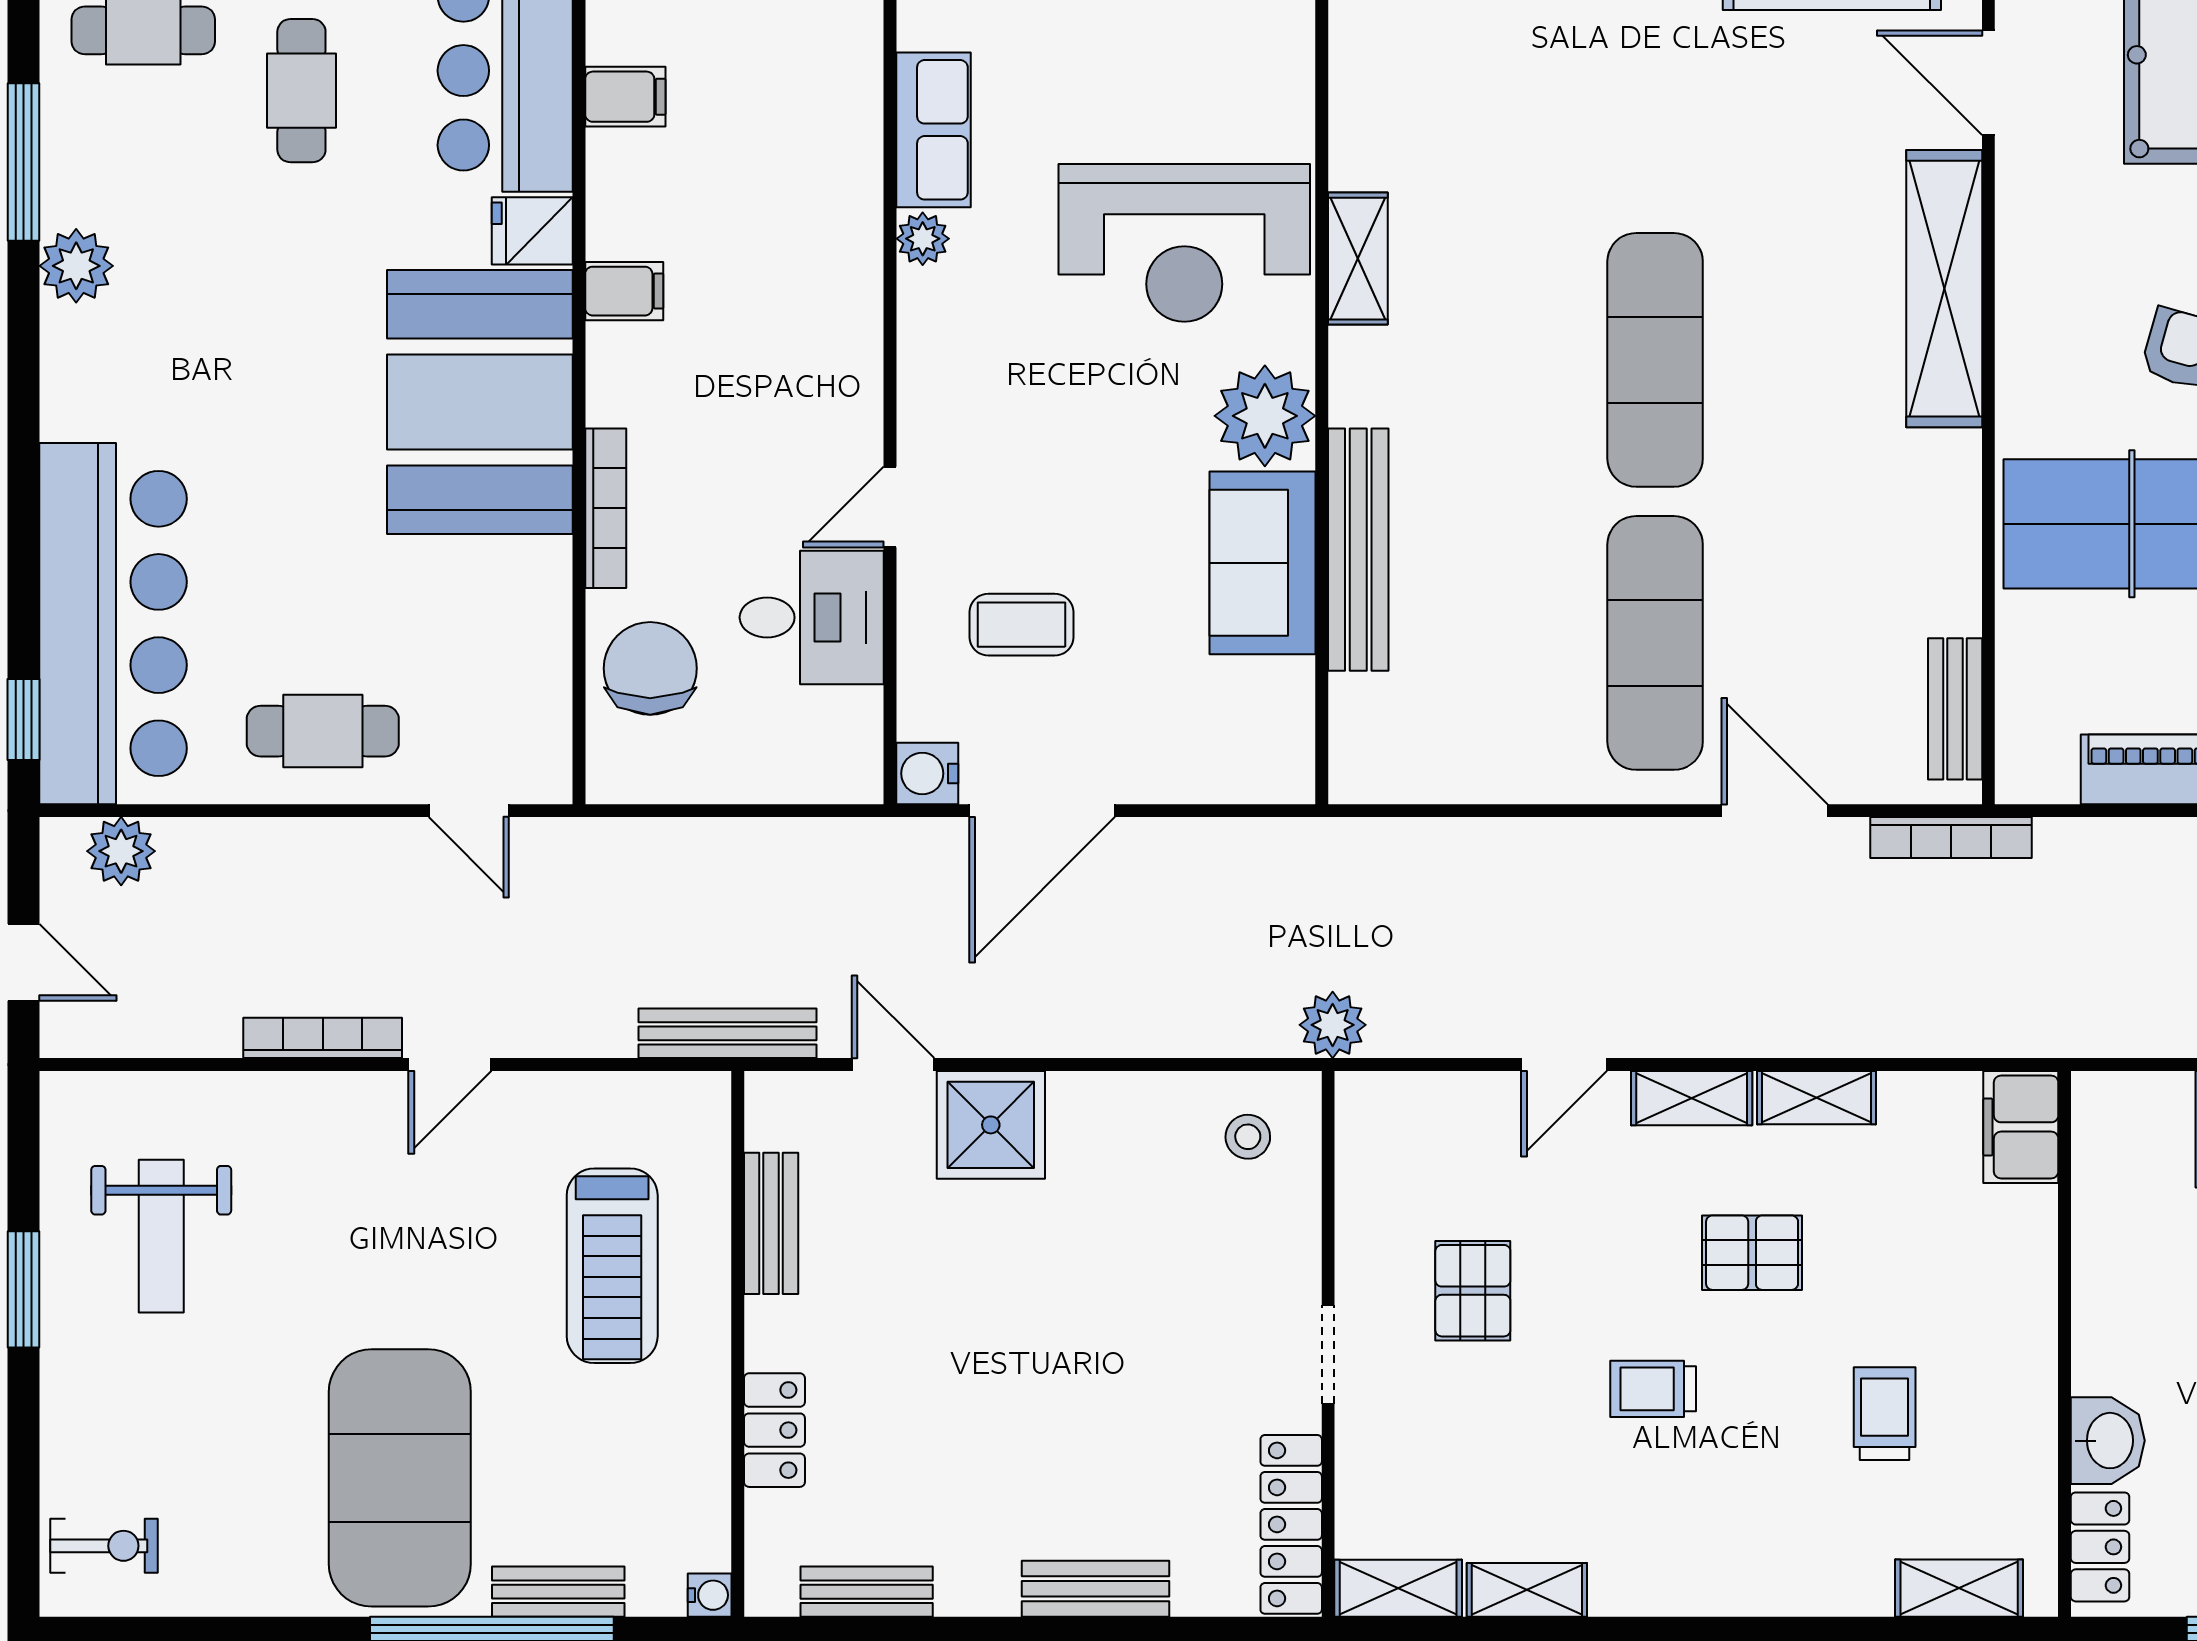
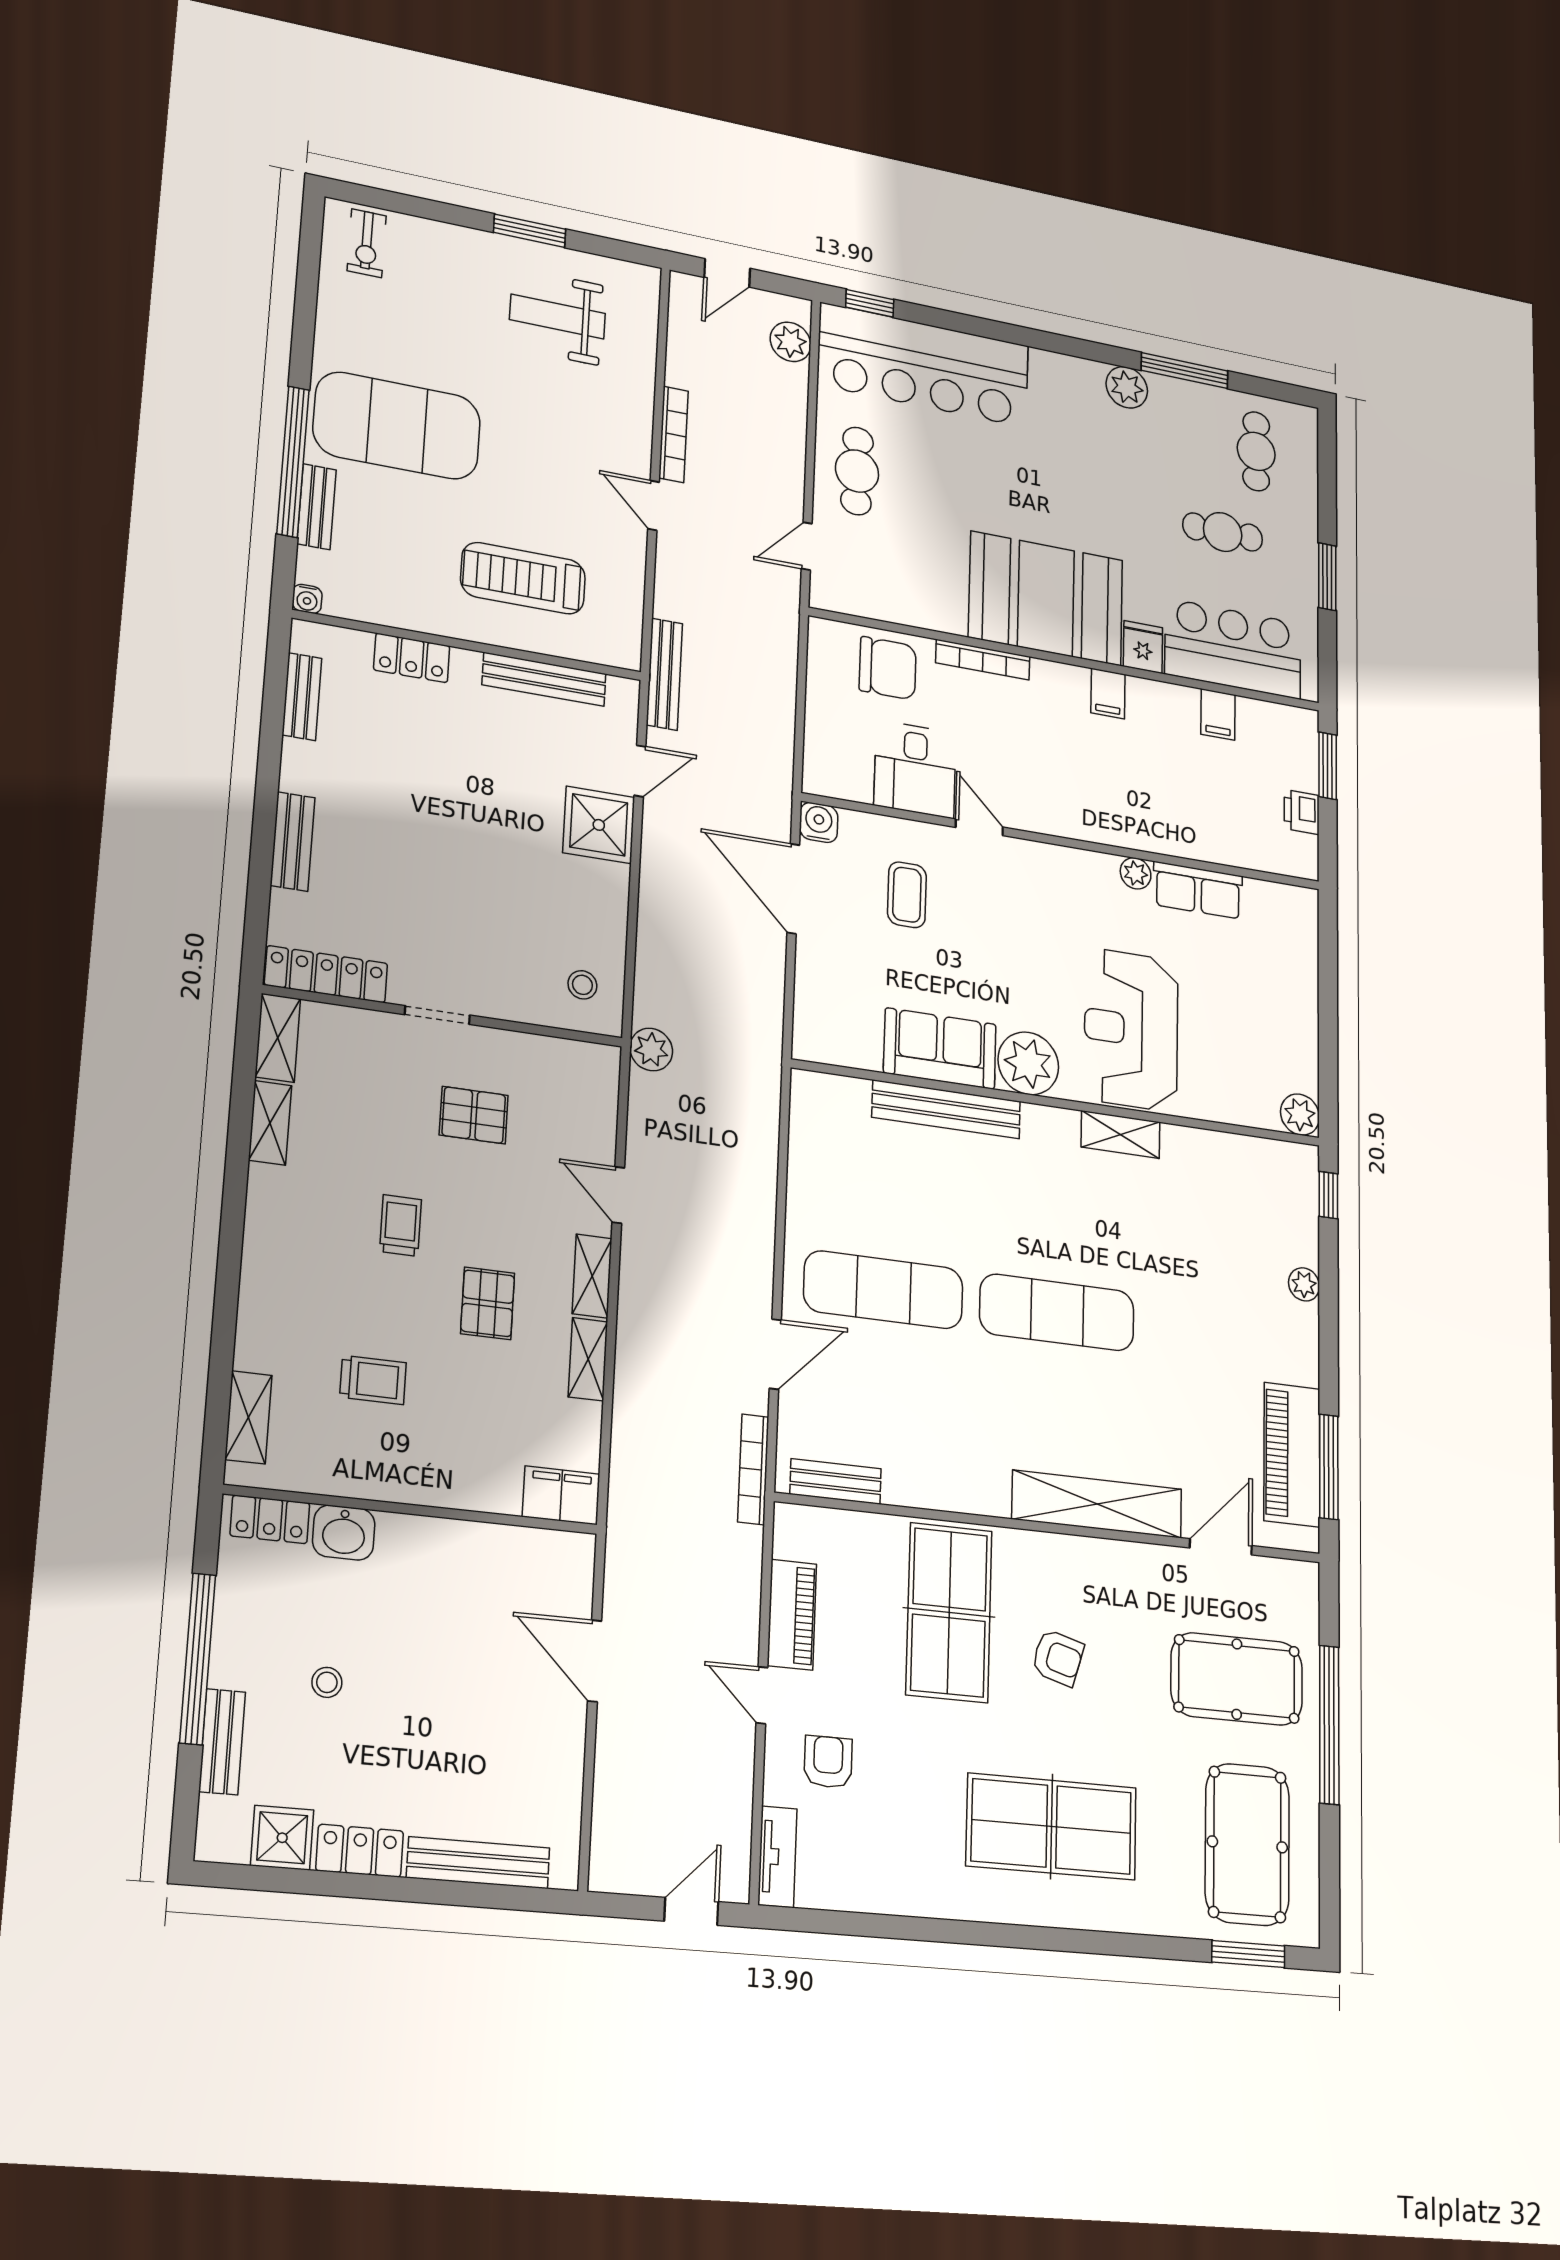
bench: (771, 1223) -> (544, 679), width x1.36

